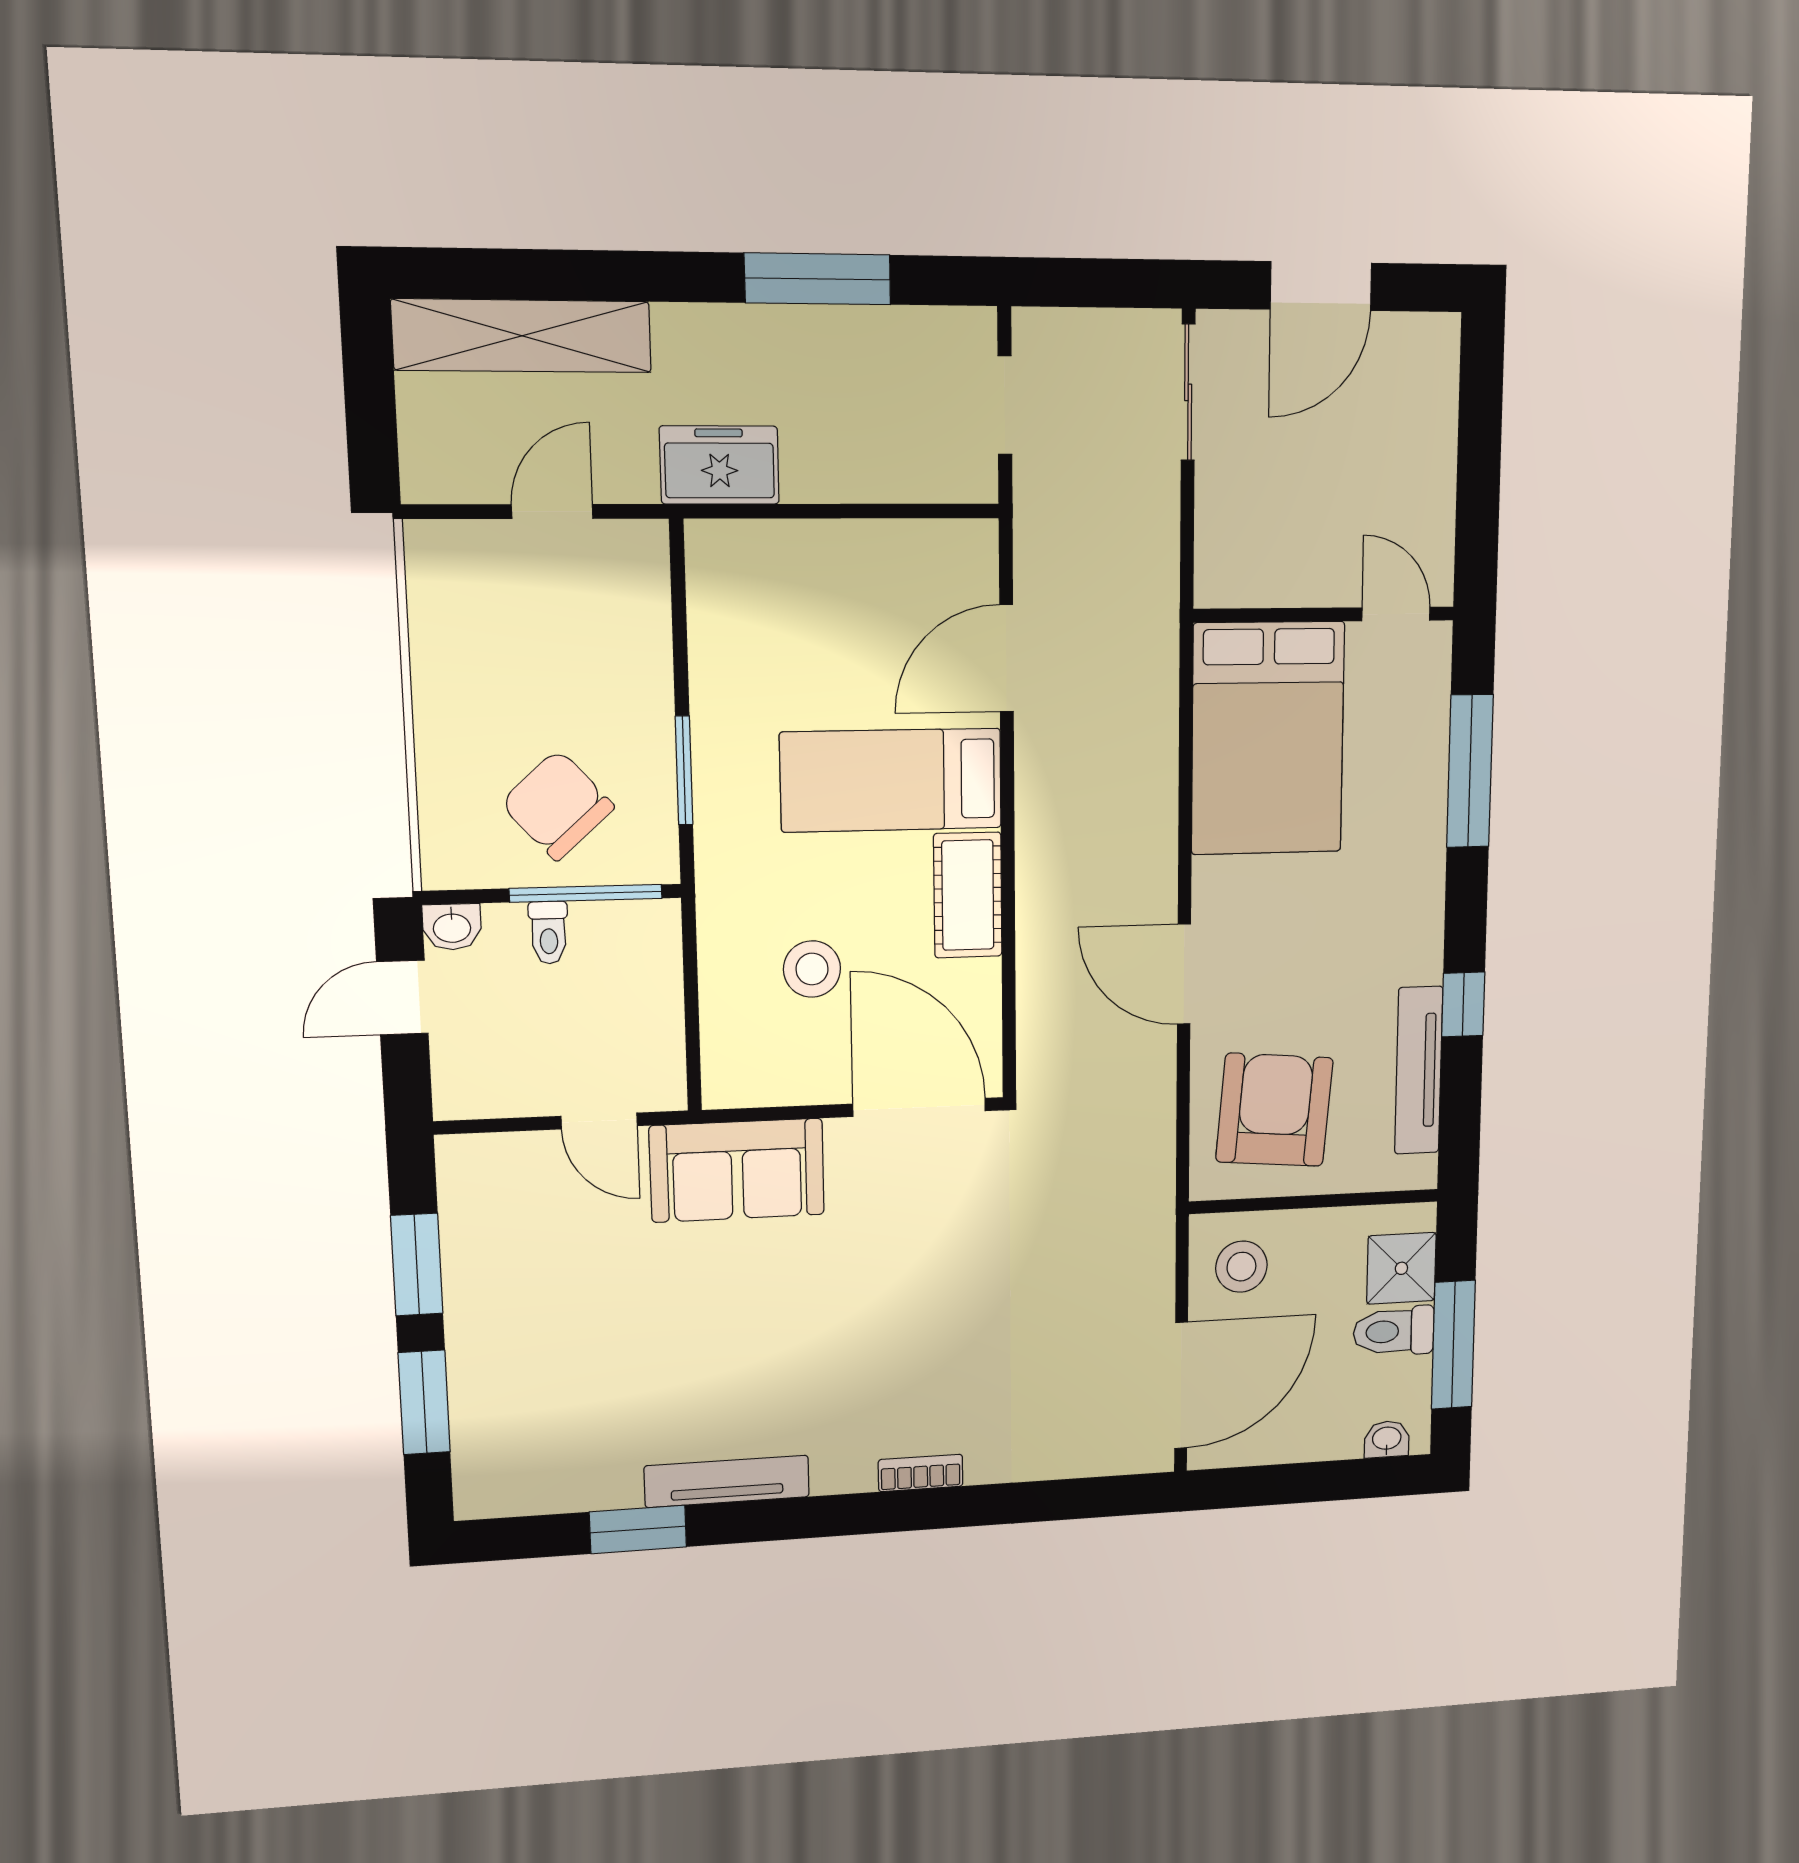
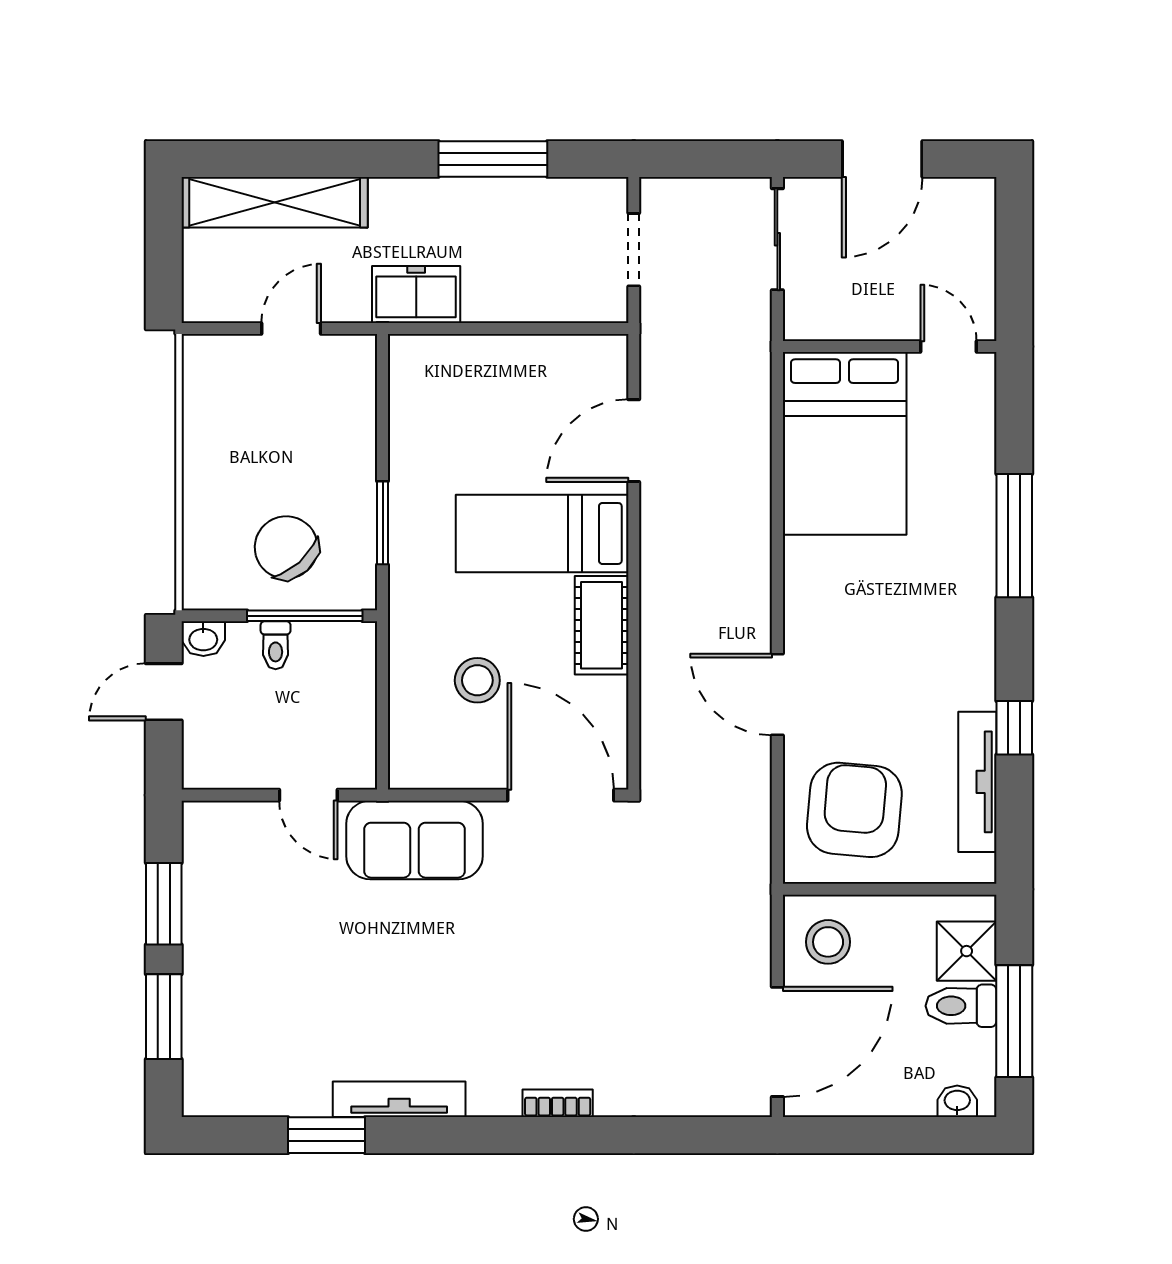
door: (1396, 614) -> (949, 347), moved
wall: (1324, 615) -> (890, 347), moved
bed: (1268, 738) -> (845, 443), moved

